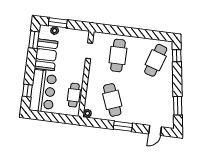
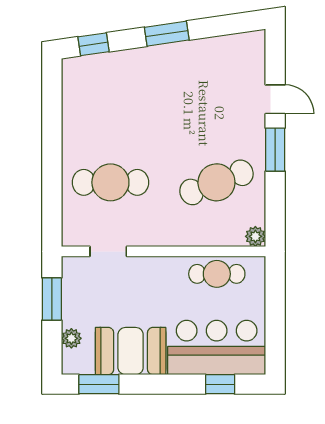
window: (58, 23) -> (52, 299), moved
cafe table: (156, 60) -> (110, 92), removed
window: (178, 106) -> (167, 34), moved
door: (155, 130) -> (275, 99), moved

